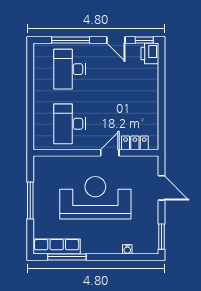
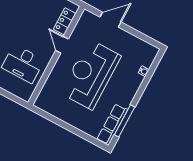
window: (30, 201) -> (66, 126), removed
window: (161, 237) -> (148, 40), removed

